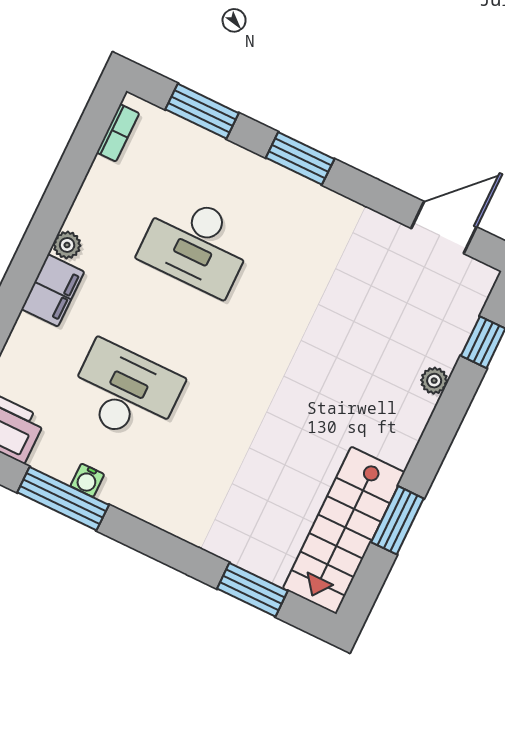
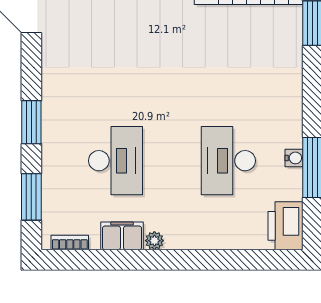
filing cabinet: (53, 290) -> (122, 236), moved

